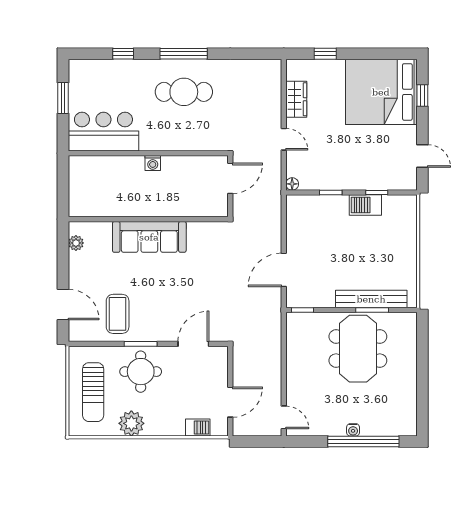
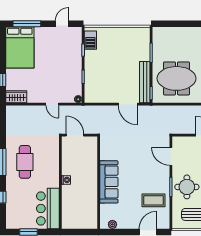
bed: (381, 92) -> (20, 48), width x0.73
window: (422, 95) -> (27, 24), width x2.17
wardrobe: (296, 99) -> (16, 97), moved
door: (284, 139) -> (52, 104), swing flipped
barbecue: (365, 205) -> (90, 40), moved
bench: (371, 299) -> (145, 82), moved
meeting table: (358, 349) -> (176, 78), moved

